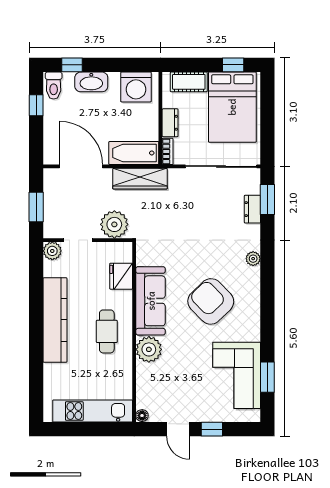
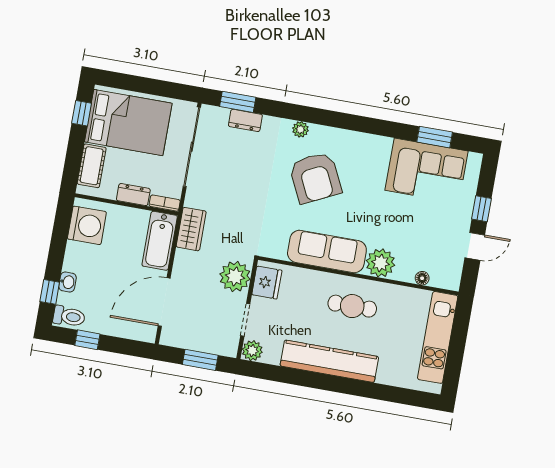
washbasin: (91, 82) -> (67, 282), width x0.52, depth x0.69
wardrobe: (140, 179) -> (191, 229), width x0.67
fridge: (121, 276) -> (267, 283), moved, turned -90
armchair: (211, 301) -> (315, 178), moved, turned -72
floor lamp: (142, 416) -> (422, 278), moved

